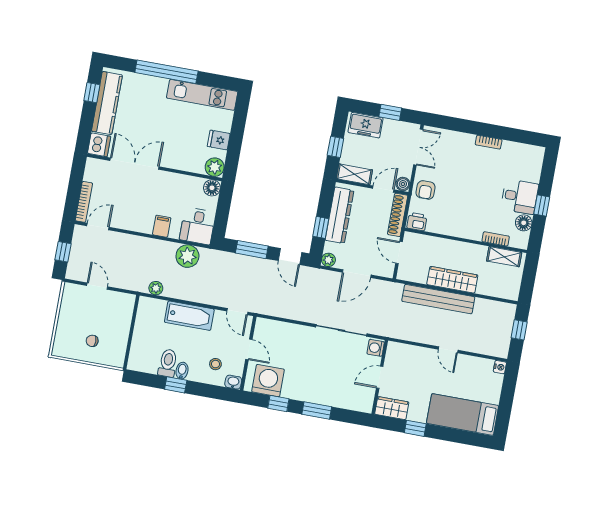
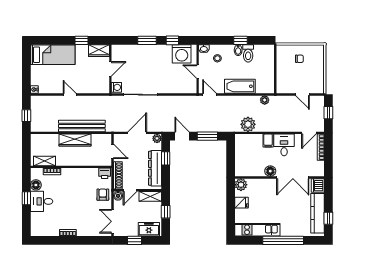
floor lamp: (212, 188) -> (270, 171), moved
desk: (198, 226) -> (284, 145), moved

